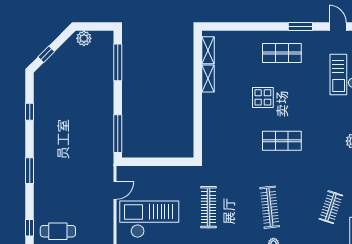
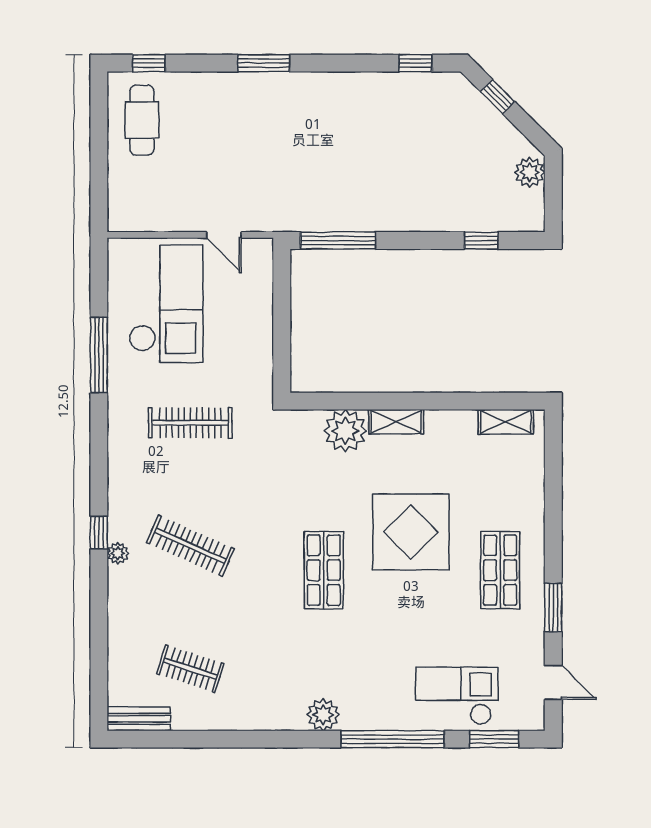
door: (338, 27) -> (553, 682), hinge flipped
window: (118, 62) -> (481, 240), width x0.46
shelving: (208, 79) -> (396, 422), moved
display table: (263, 97) -> (411, 532), width x1.86, depth x1.86
window: (30, 112) -> (415, 63), moved
plant: (212, 130) -> (345, 431), added
clothes rail: (270, 207) -> (190, 546), turned 30

